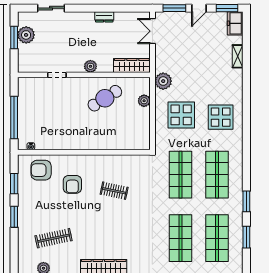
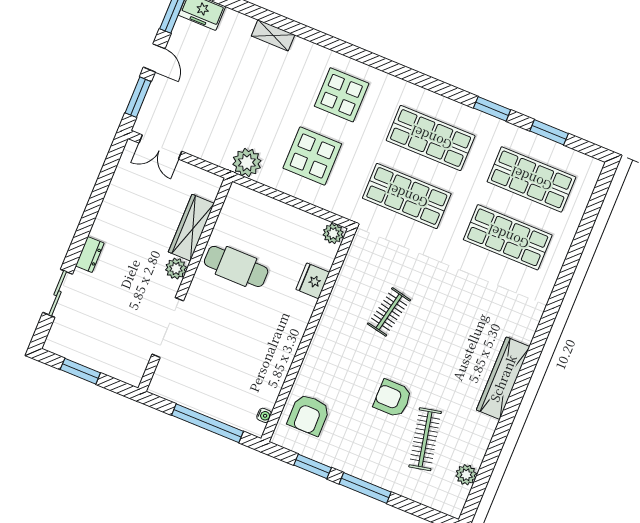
dresser: (104, 17) -> (90, 254), moved
plant: (26, 35) -> (84, 350), removed
shelving: (238, 56) -> (273, 35), moved
wardrobe: (132, 65) -> (191, 228), moved
doorway: (57, 75) -> (168, 328), width x1.87
cafe table: (105, 98) -> (236, 266), turned -58
plant: (144, 101) -> (333, 233), moved
fridge: (114, 143) -> (313, 281), added
armchair: (72, 184) -> (393, 398), moved, turned 180
window: (14, 217) -> (365, 488), width x1.44

